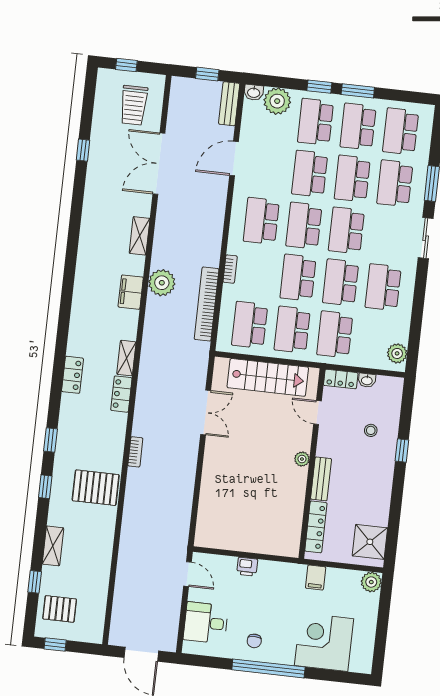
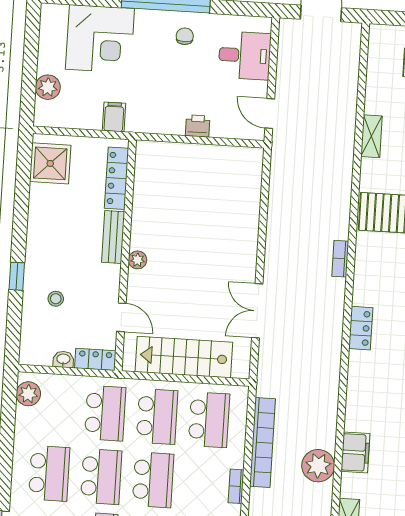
shelving: (126, 358) -> (371, 136), moved
plant: (371, 582) -> (48, 87), moved

